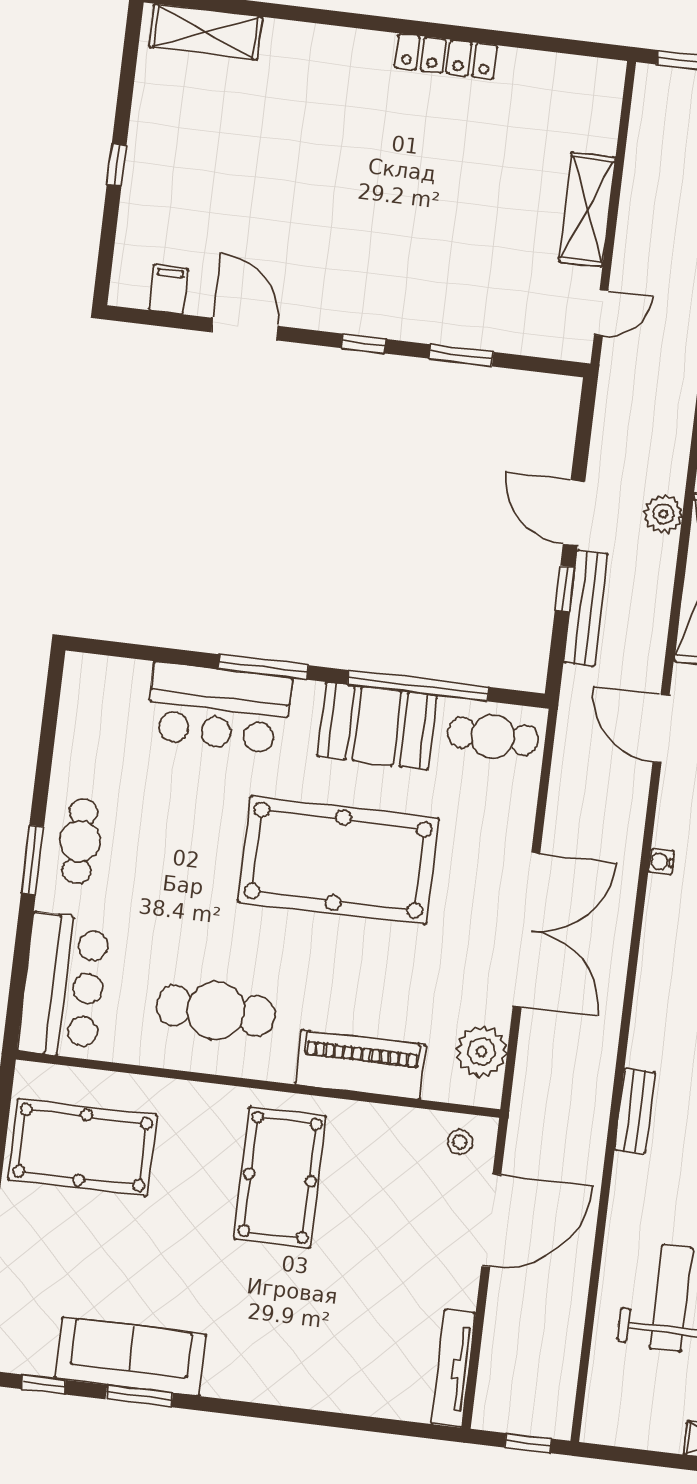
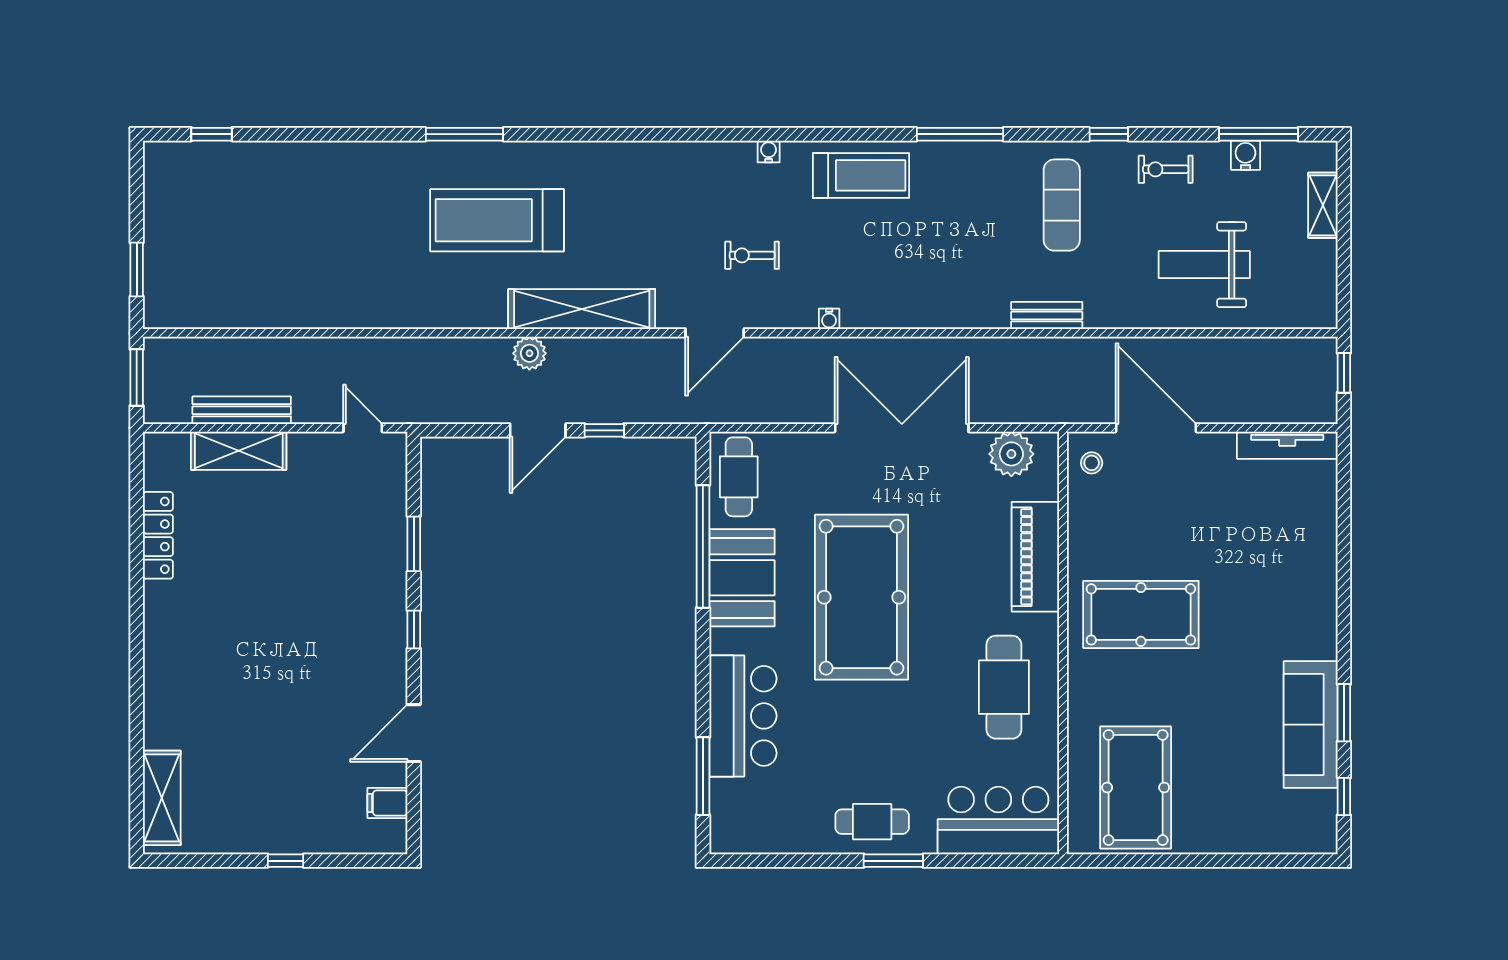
locker: (446, 56) -> (158, 535), moved
shelving: (587, 209) -> (239, 451), moved
bench: (586, 608) -> (242, 410), moved
window: (263, 667) -> (703, 776), moved

